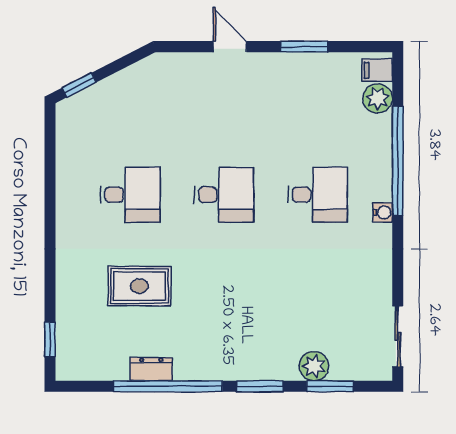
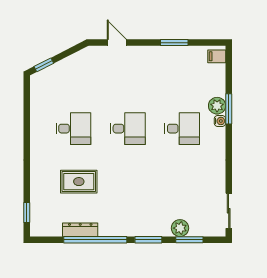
door: (230, 47) -> (117, 43), moved
plant: (378, 98) -> (217, 106), moved
window: (398, 161) -> (229, 109), width x0.47
water cooler: (383, 213) -> (220, 121), moved
dresser: (151, 369) -> (80, 230), width x1.44

